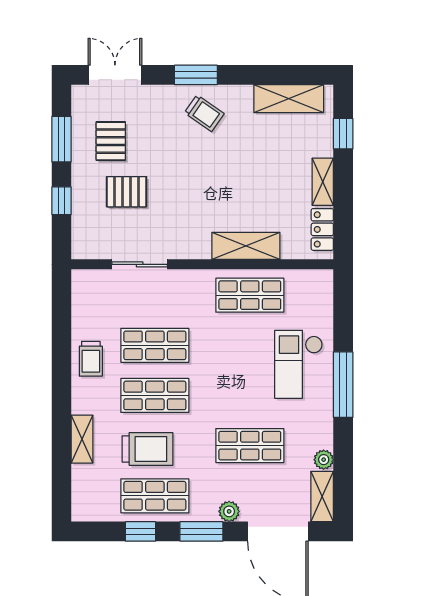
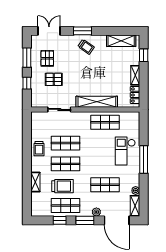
shelving: (246, 246) -> (97, 102), width x1.47

